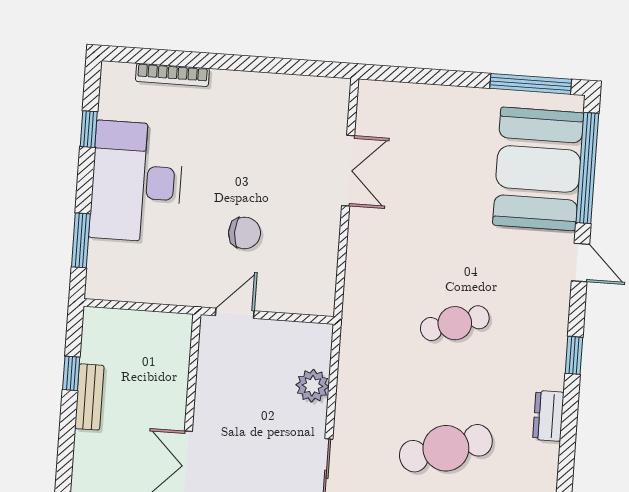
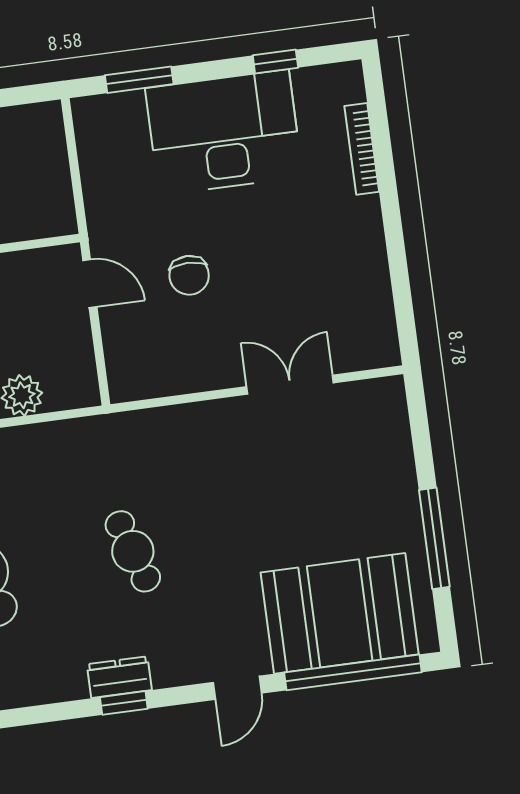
window: (531, 84) -> (434, 538), moved
double door: (348, 171) -> (290, 385), swing flipped
dresser: (548, 416) -> (119, 677), moved

